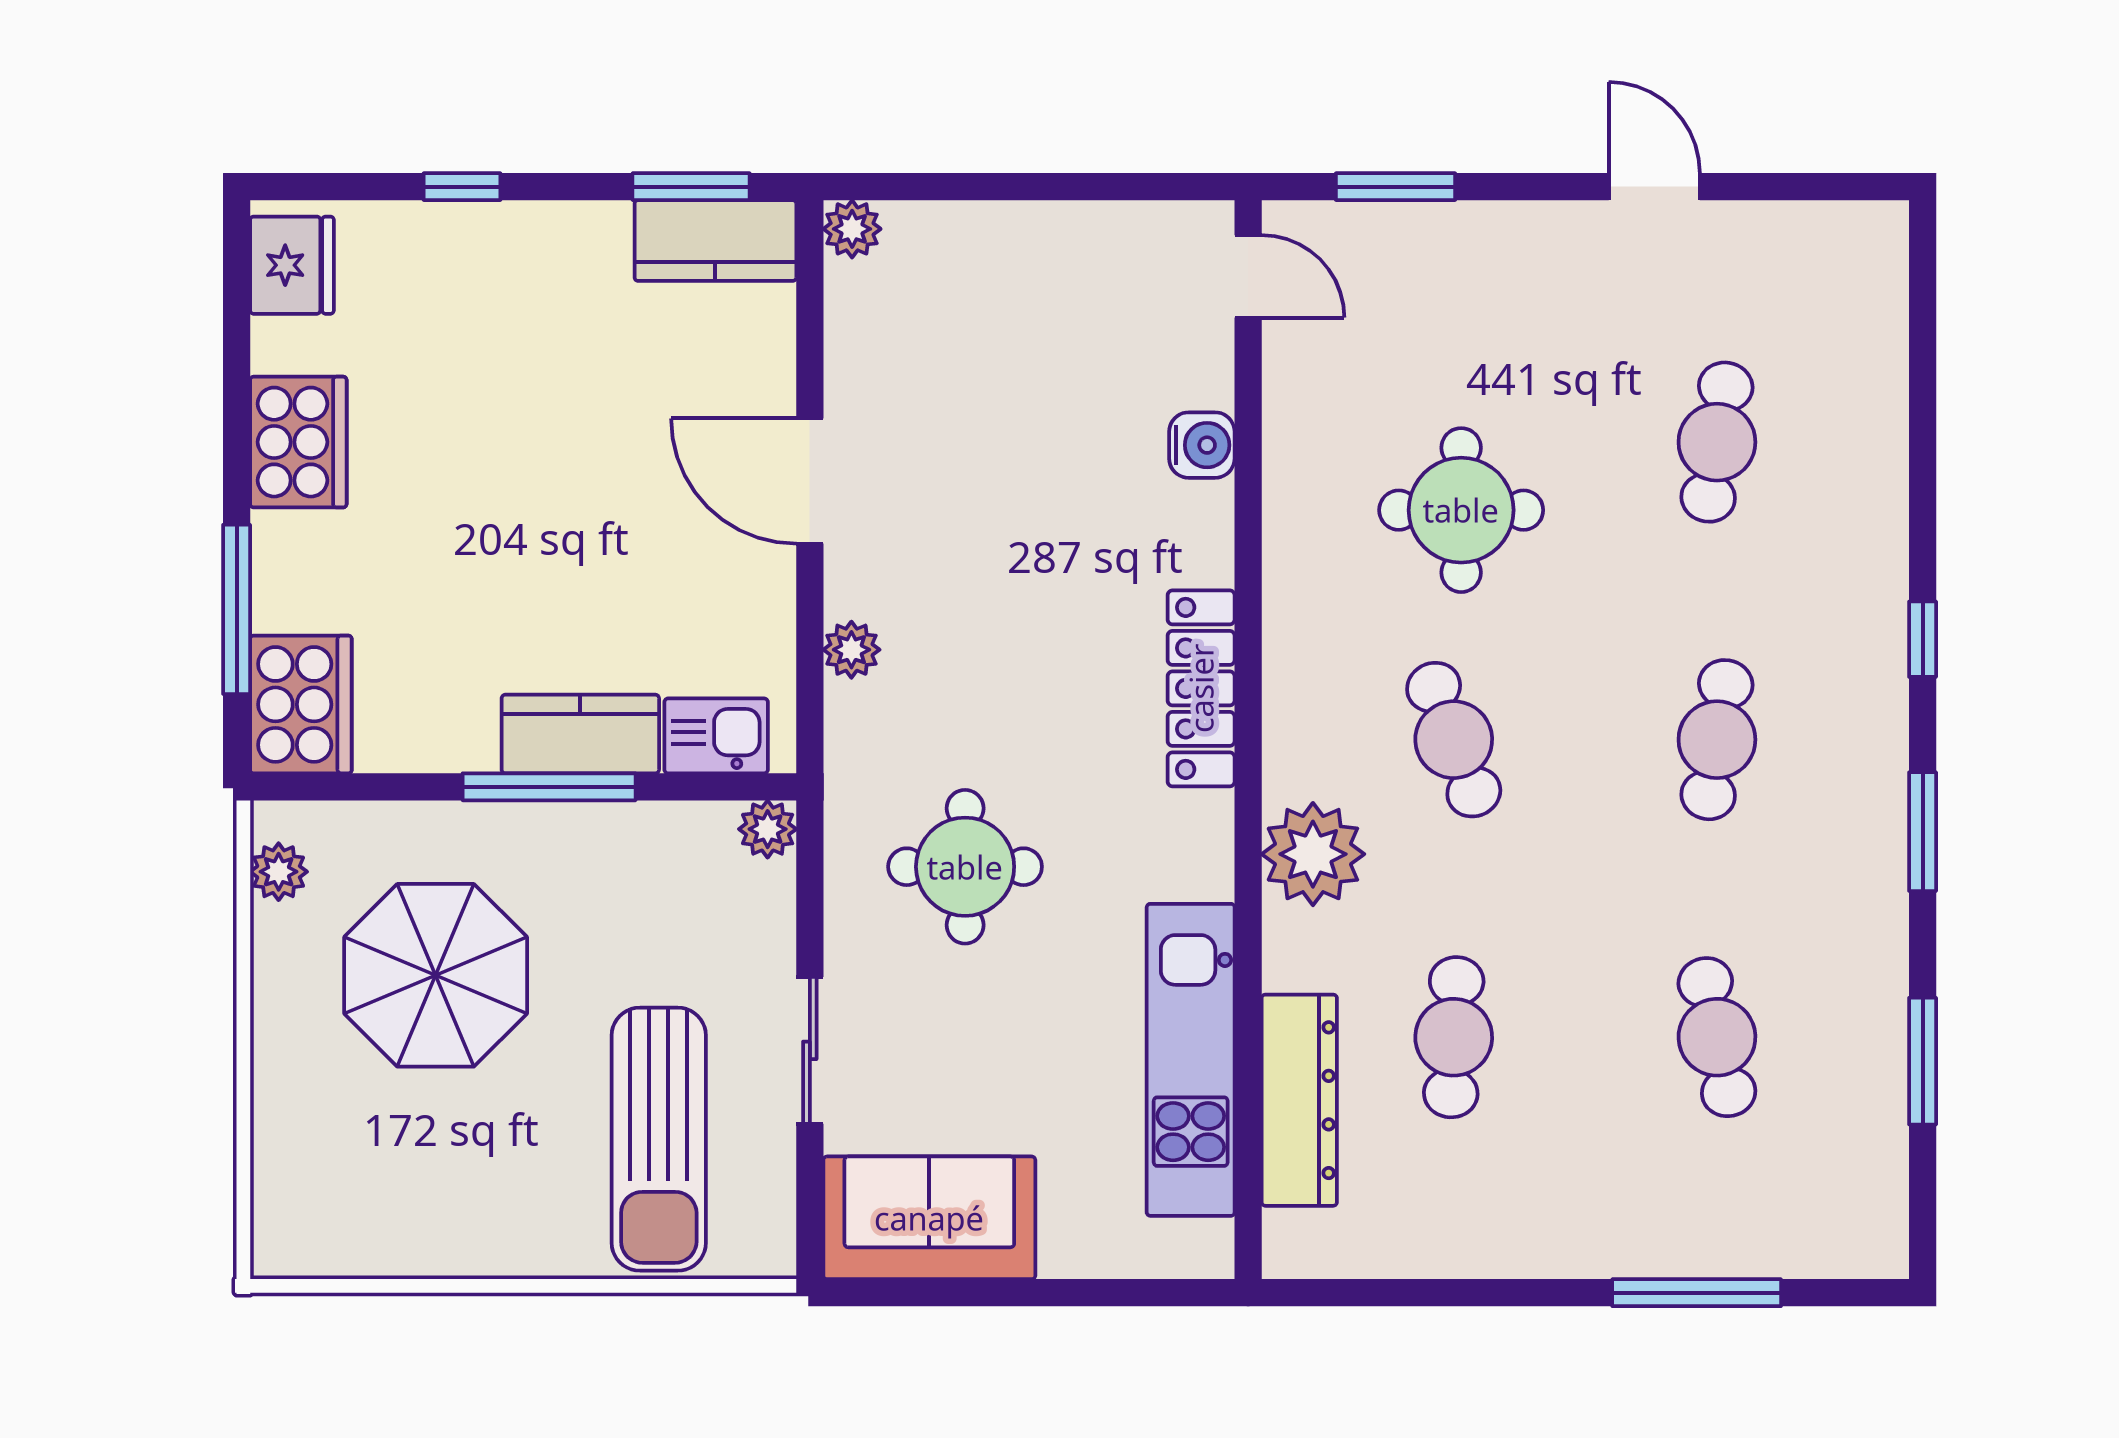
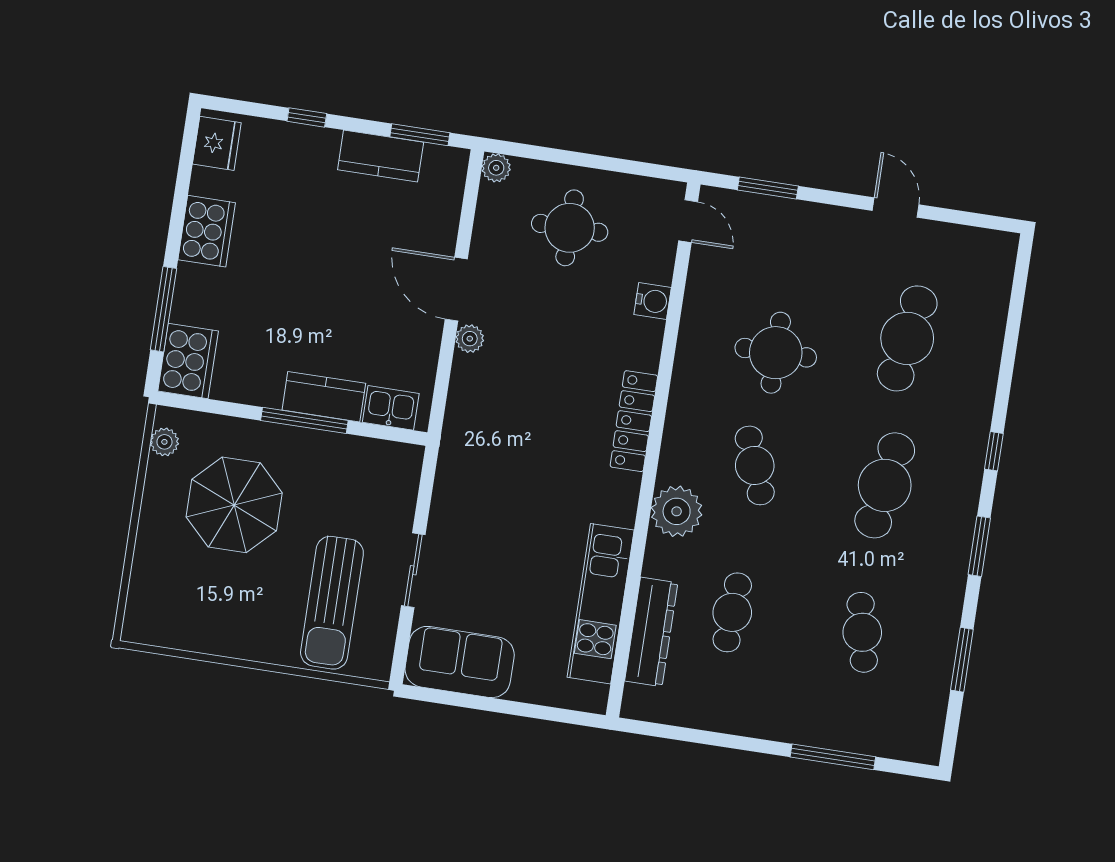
kitchen counter: (715, 241) -> (381, 156), moved
cafe table: (1717, 442) -> (907, 338), width x1.37, depth x1.35
plant: (851, 650) -> (470, 339), moved
cafe table: (1717, 740) -> (885, 485), width x1.37, depth x1.35
plant: (768, 829) -> (409, 458), removed
round table: (965, 867) -> (570, 228), moved

